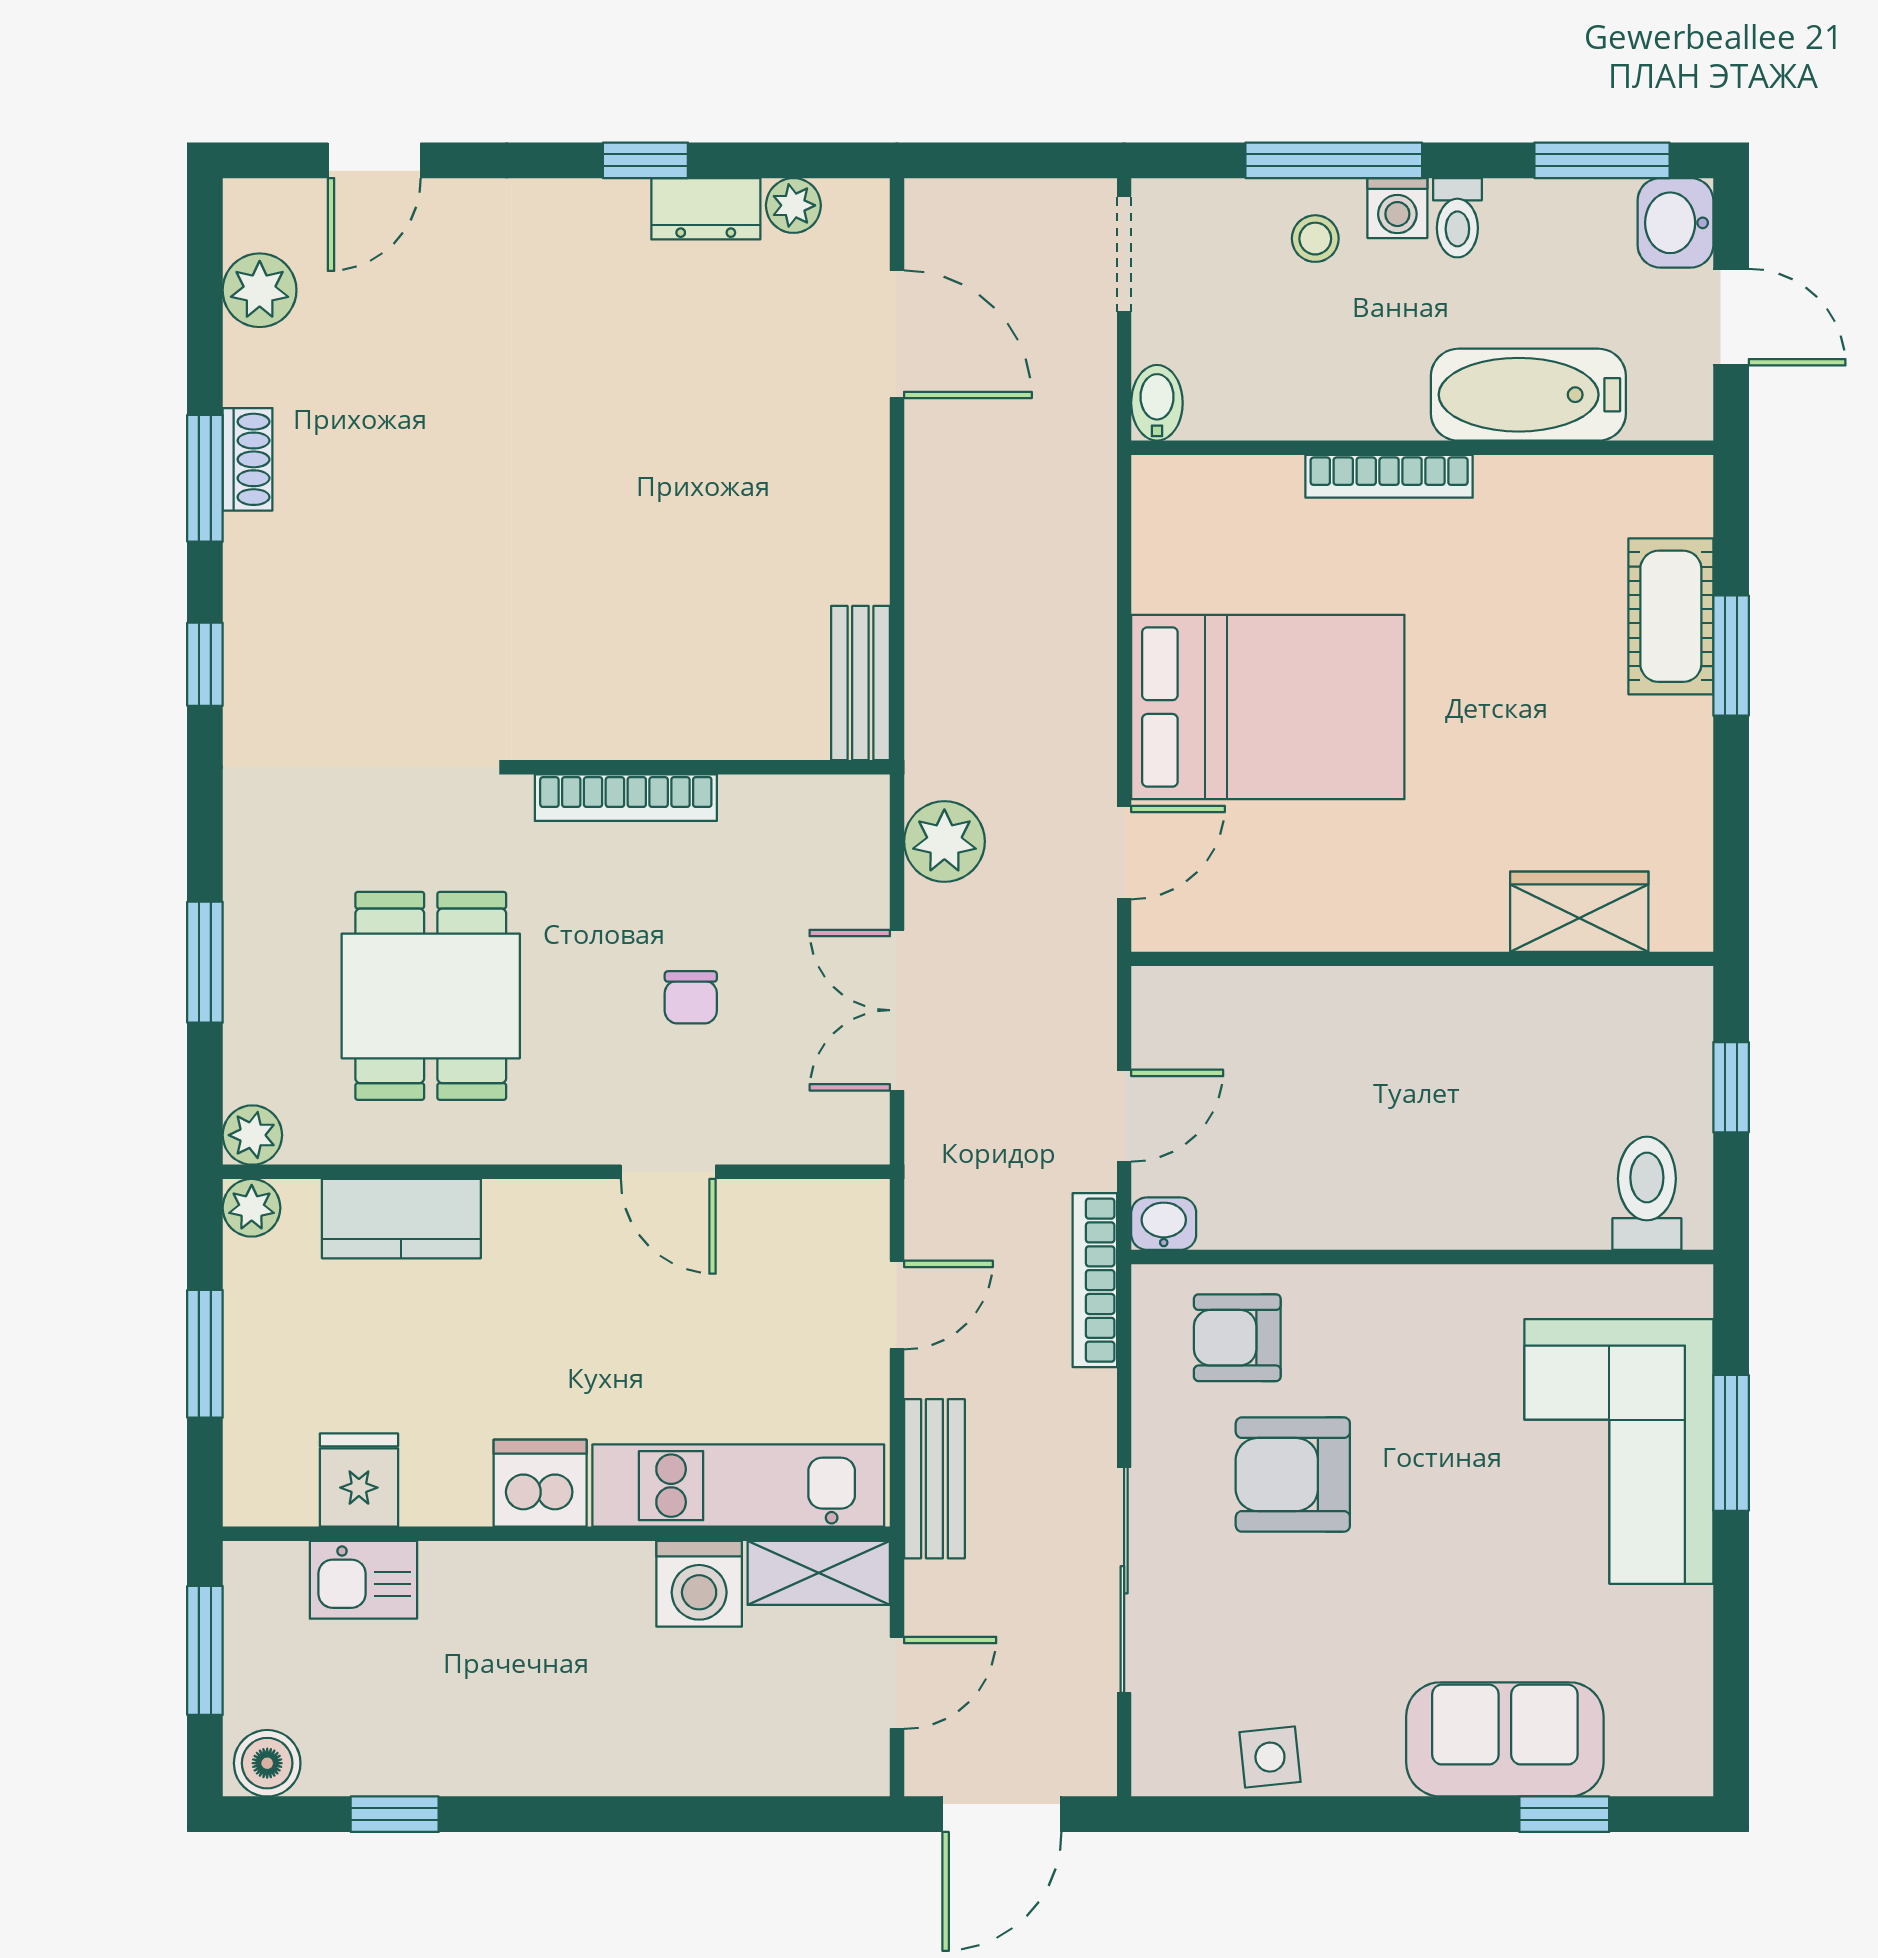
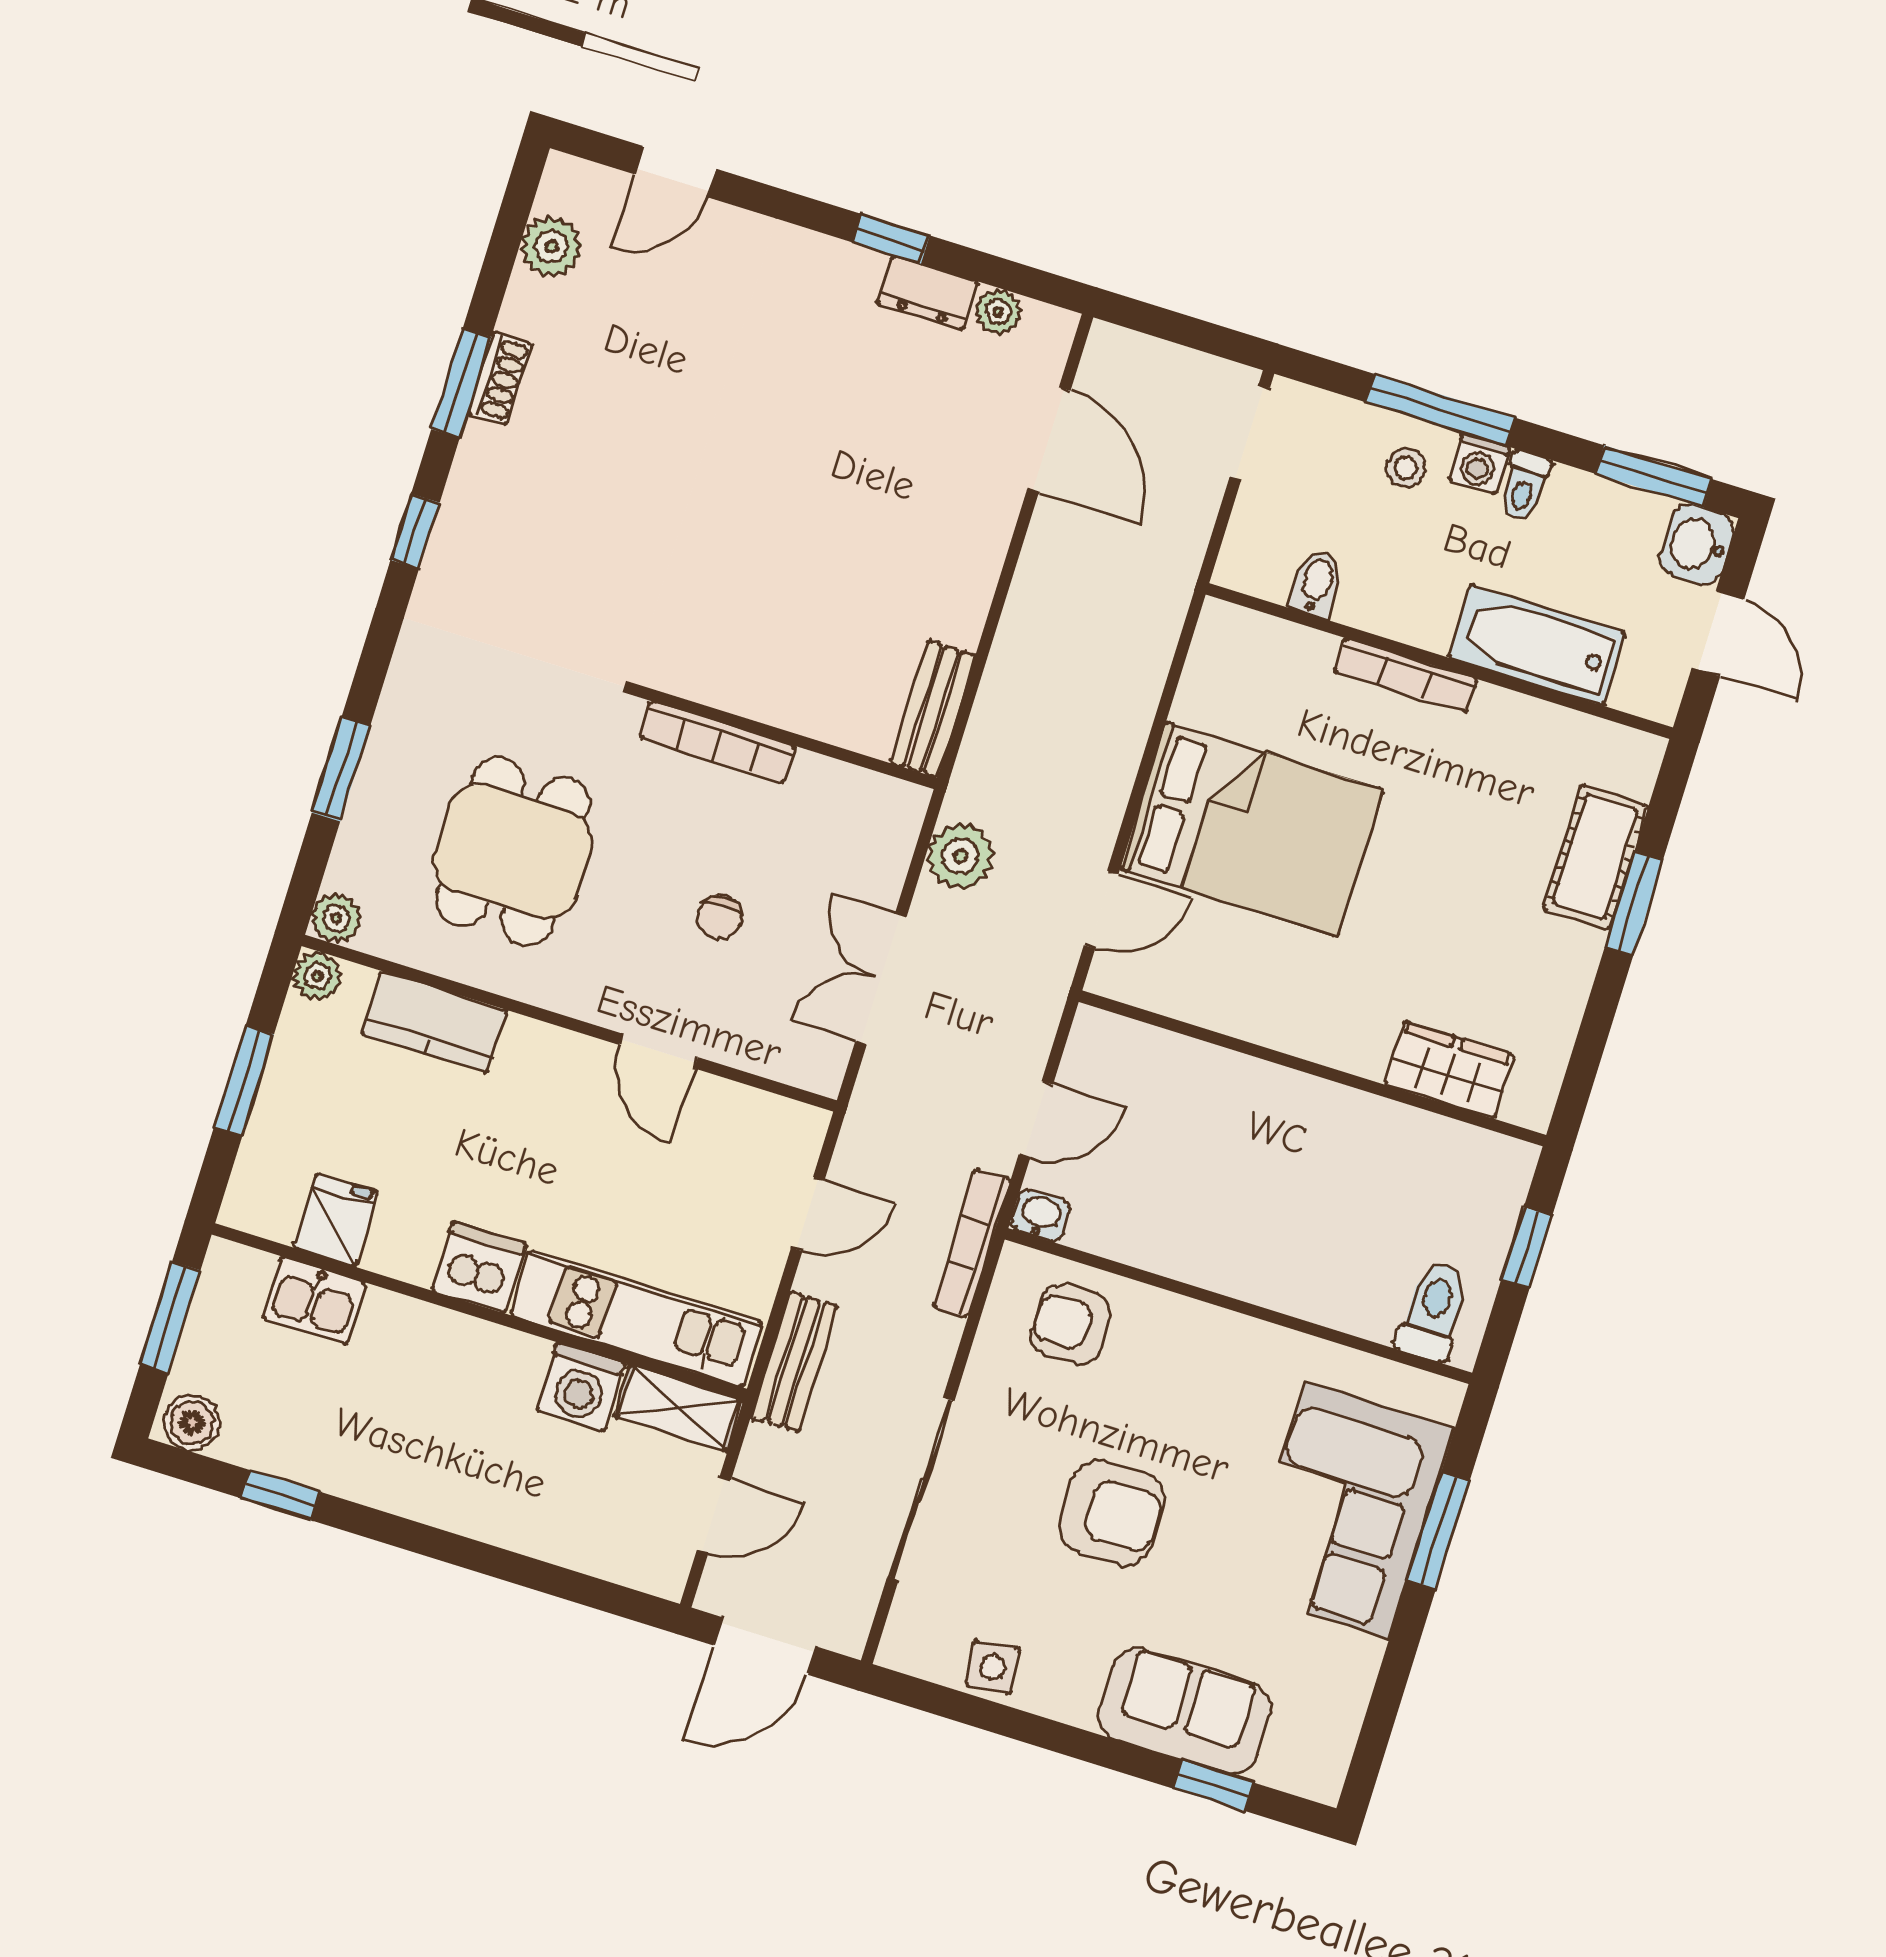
bidet: (1157, 403) -> (1317, 584), moved
armchair: (1293, 1475) -> (1112, 1513), moved, turned 180

